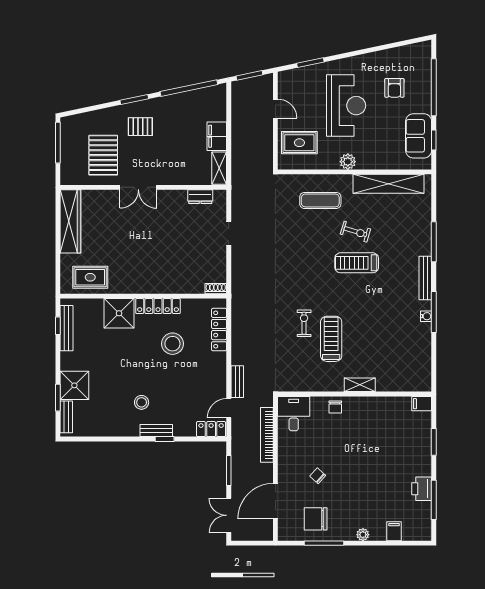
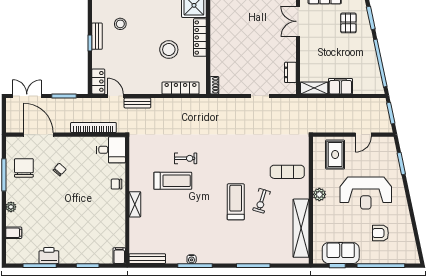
exercise mat: (320, 200) -> (287, 172), turned 90
bench: (425, 278) -> (147, 259), moved

